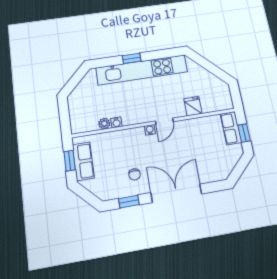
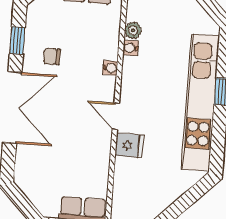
fridge: (193, 106) -> (129, 145), moved
water cooler: (150, 130) -> (110, 68), moved

